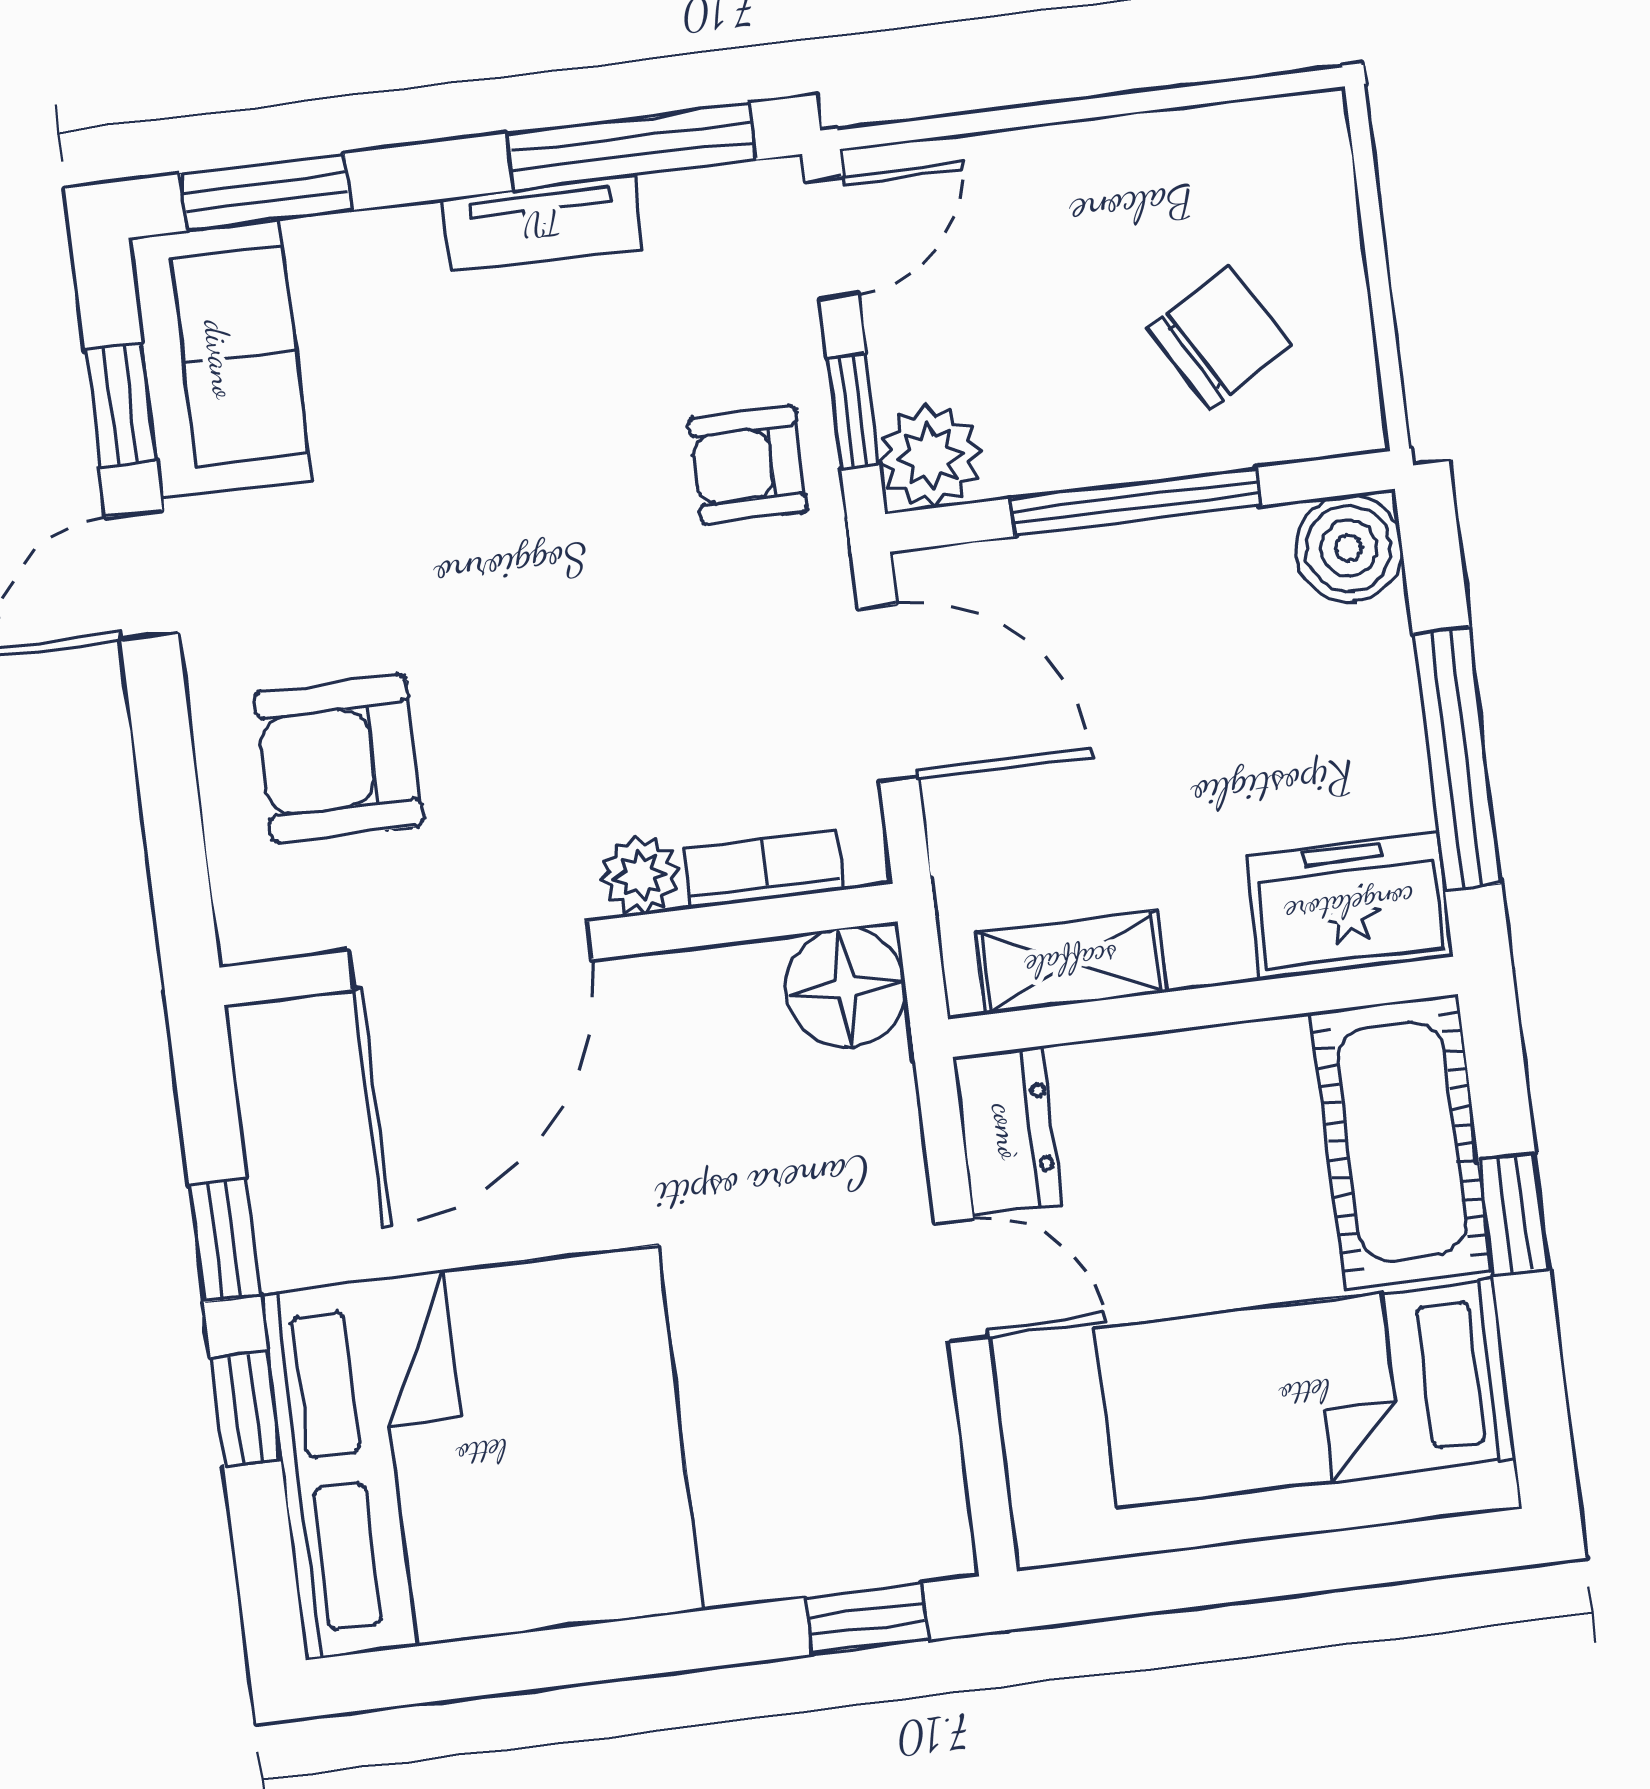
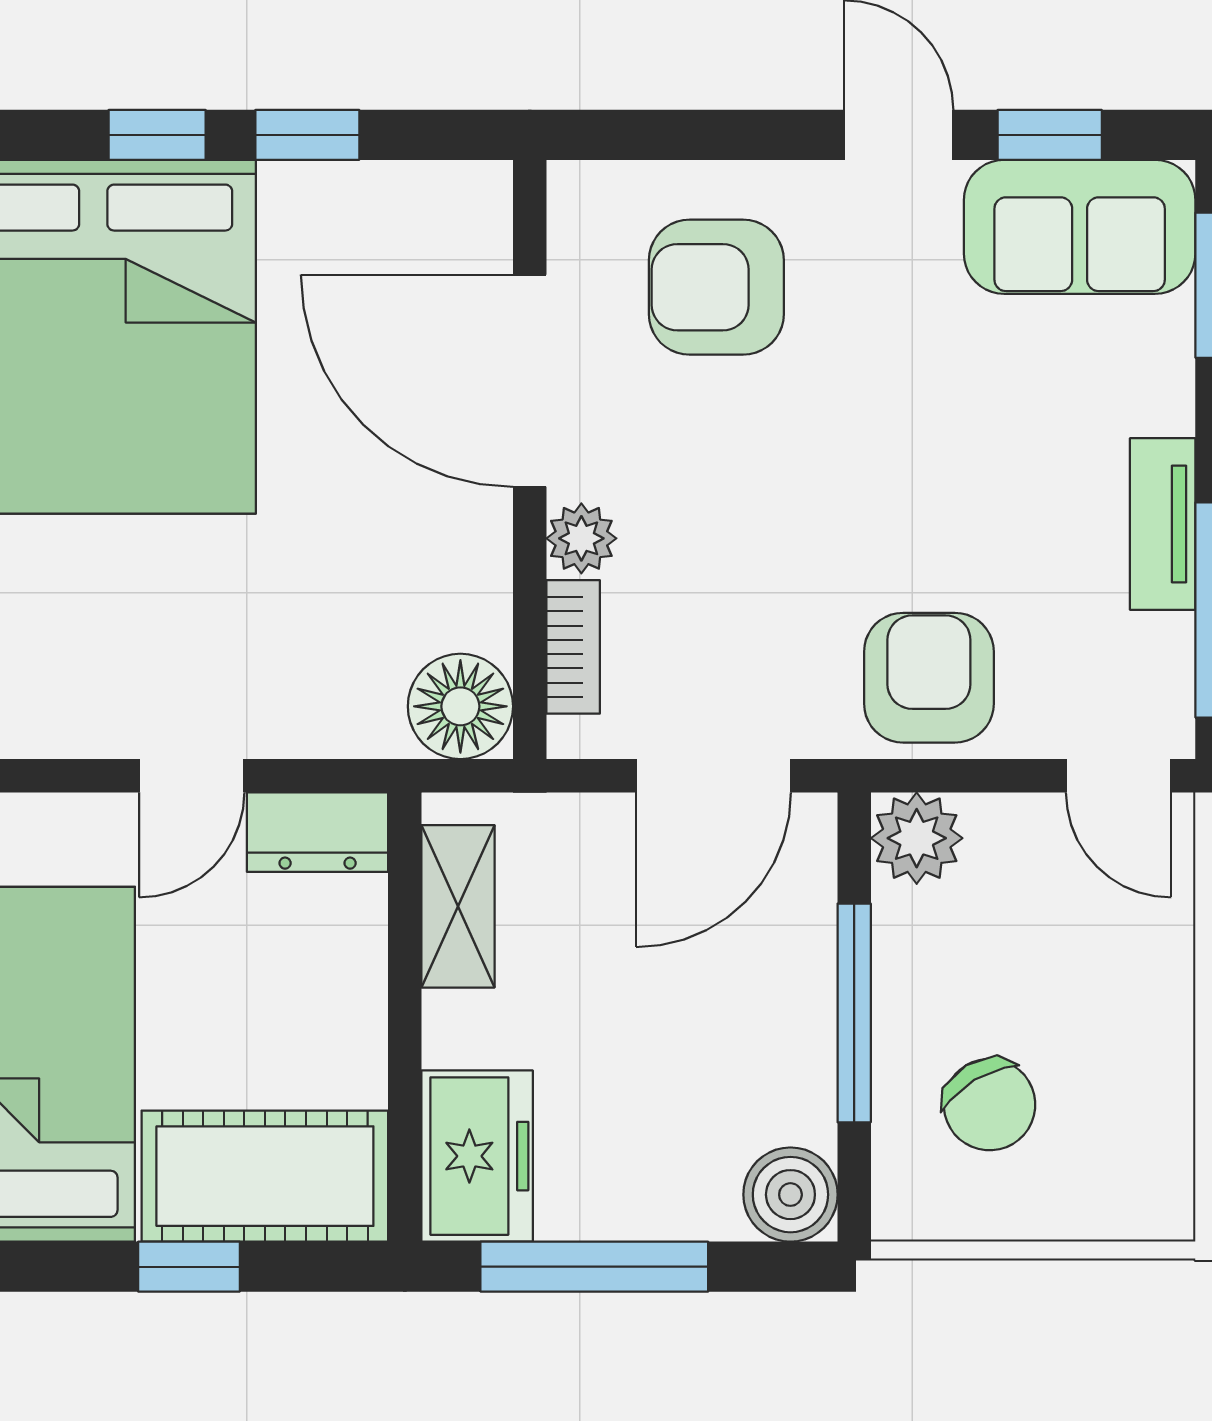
window: (853, 412) -> (964, 776), removed
armchair: (748, 465) -> (929, 678), width x1.38, depth x1.38
armchair: (339, 759) -> (716, 287), turned -90

